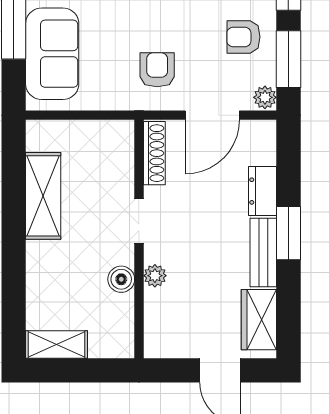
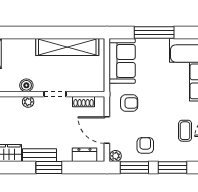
sofa: (52, 54) -> (122, 61), moved, turned -90
shoe rack: (154, 153) -> (84, 102), width x0.70
dresser: (263, 191) -> (84, 155), moved
shelving: (43, 196) -> (67, 47), width x1.47

